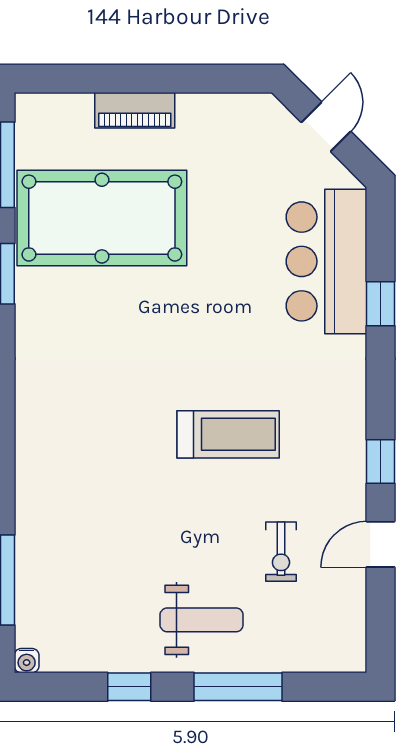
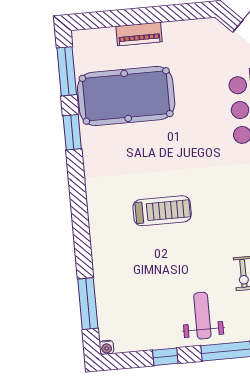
treadmill: (228, 434) -> (162, 211), moved
weight bench: (202, 620) -> (202, 316), turned -90

